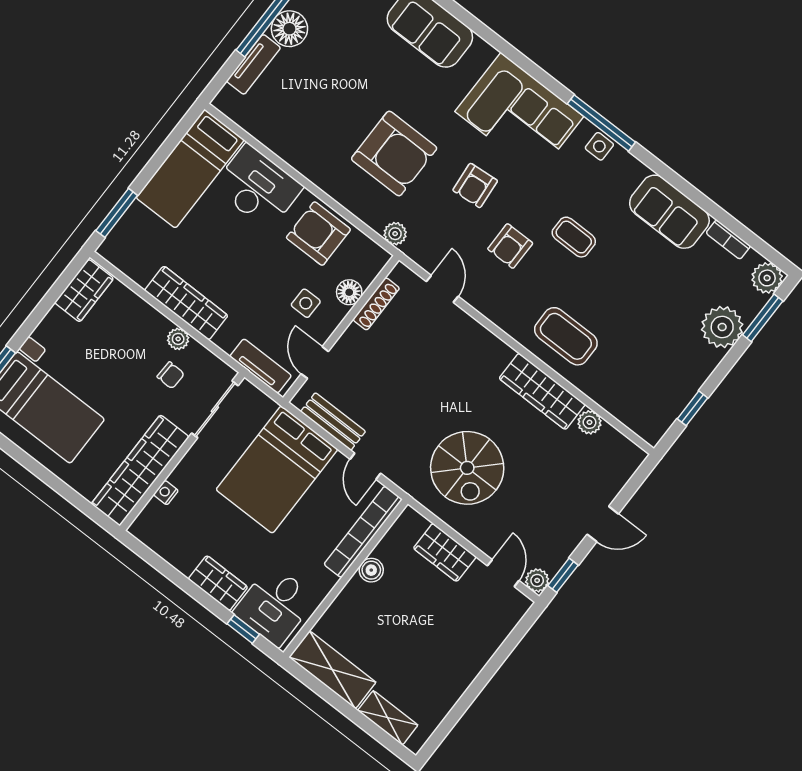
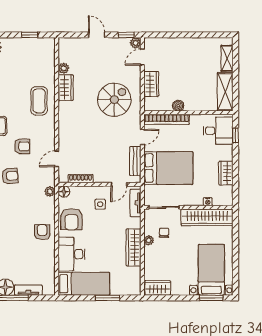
armchair: (394, 154) -> (42, 232), moved, width x0.53, depth x0.53
window: (117, 213) -> (107, 298), moved
floor lamp: (349, 292) -> (64, 192), moved
wardrobe: (542, 391) -> (66, 88), width x0.67
wardrobe: (218, 583) -> (226, 173), moved

